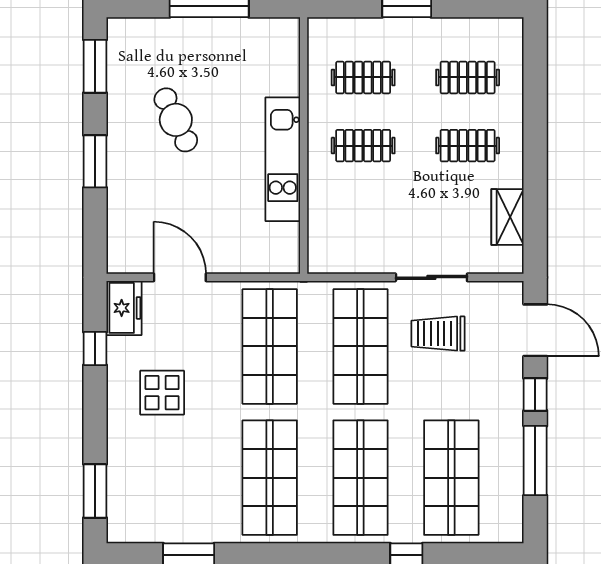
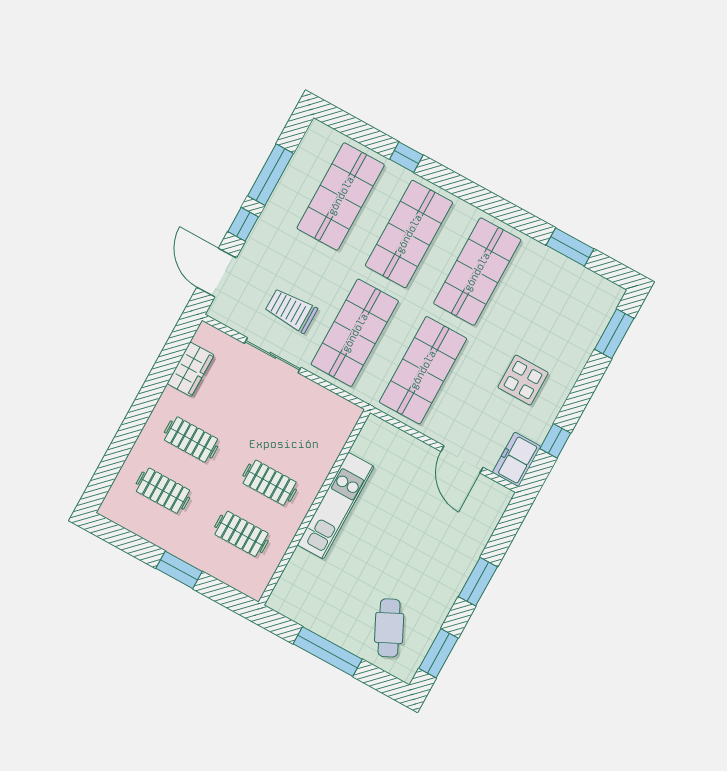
cafe table: (176, 120) -> (389, 628), moved
trolley: (438, 334) -> (291, 310), turned 180

